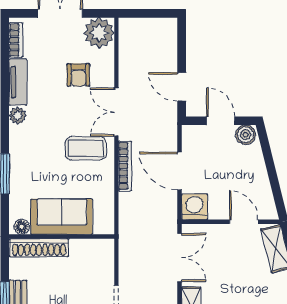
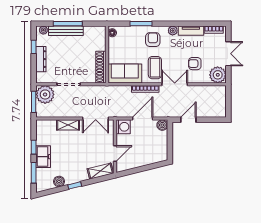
door: (221, 121) -> (170, 141), removed
boiler: (246, 135) -> (162, 125), moved
armchair: (34, 152) -> (153, 40), added
sofa: (62, 217) -> (125, 73), moved, turned -90
shoe rack: (39, 248) -> (101, 67), moved

